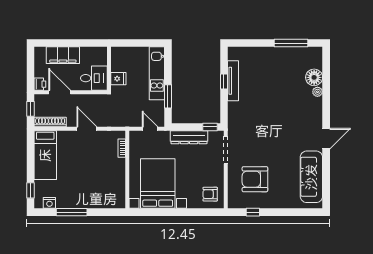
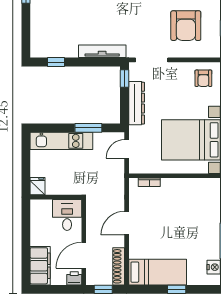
filing cabinet: (63, 55) -> (40, 266), moved
fridge: (118, 79) -> (38, 186), moved
window: (224, 81) -> (56, 62), moved
tv unit: (233, 81) -> (102, 51), moved
window: (31, 190) -> (177, 289), moved

